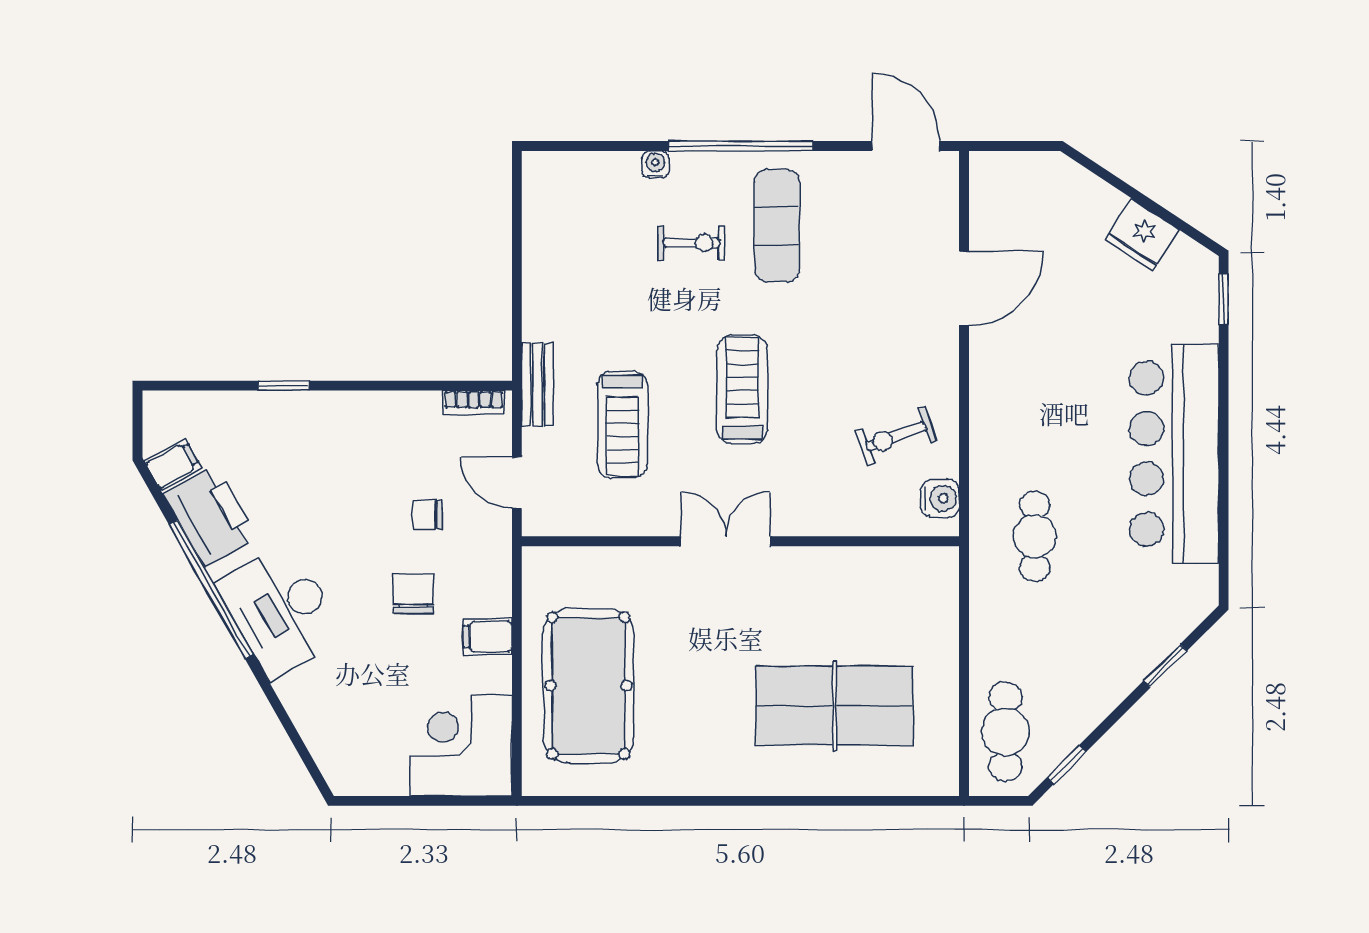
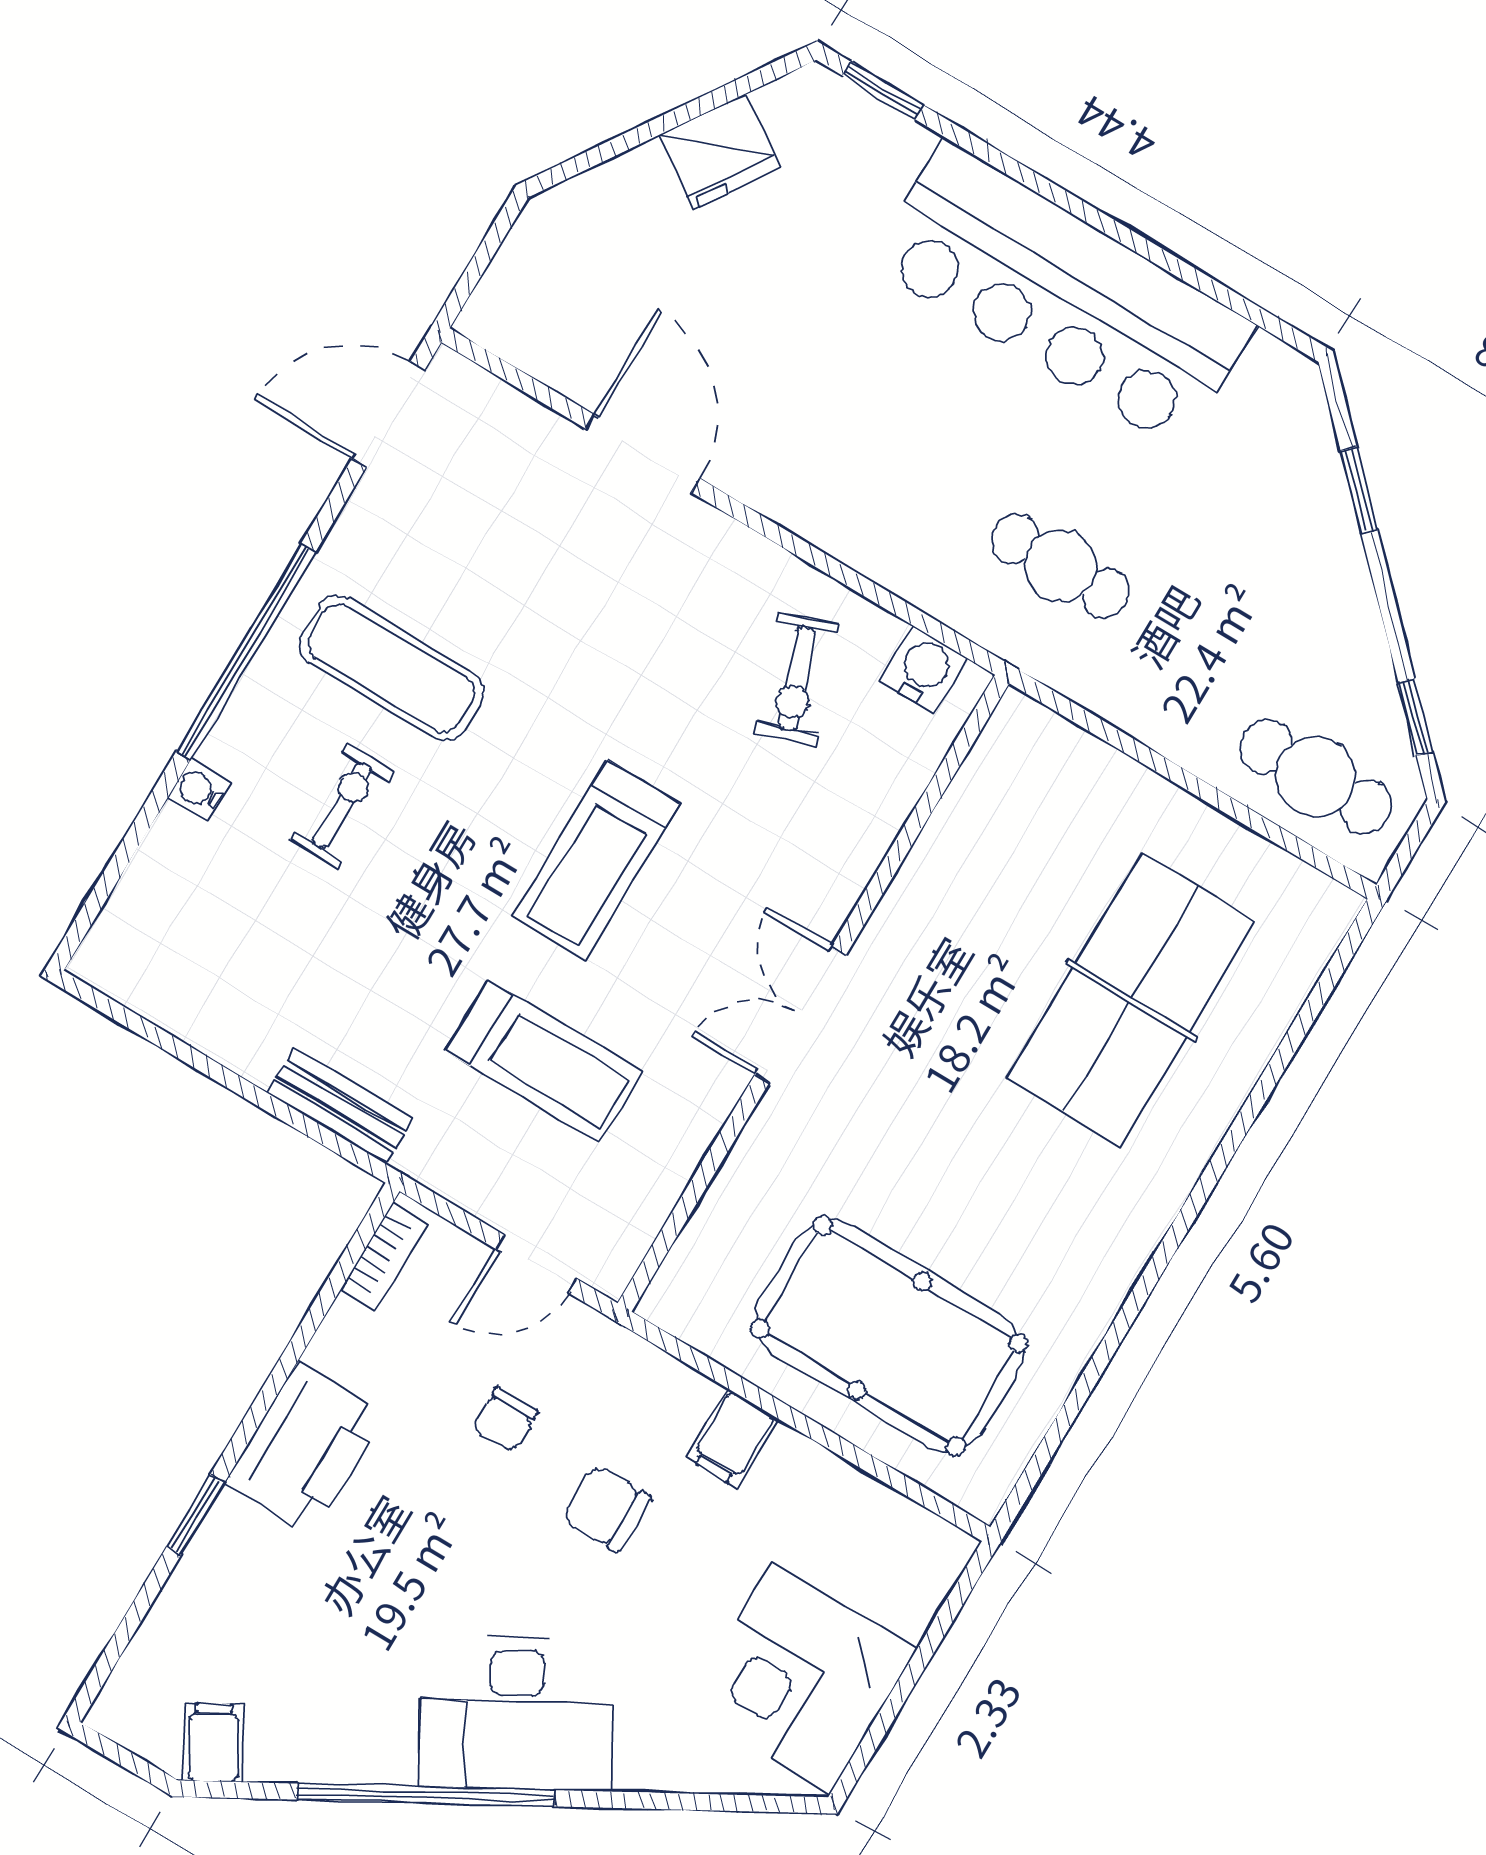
bench: (537, 384) -> (340, 1106), moved
treadmill: (742, 389) -> (597, 860), turned -90
printer: (210, 516) -> (305, 1448), moved, turned 120
corner desk: (461, 745) -> (801, 1678), moved

